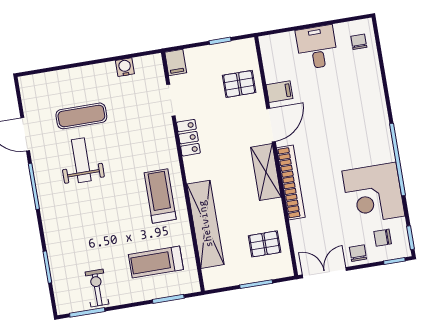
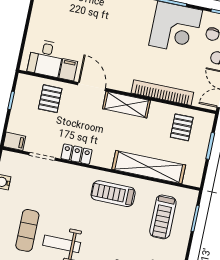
desk: (317, 47) -> (46, 58), moved, turned -90
bookcase: (291, 182) -> (162, 93), moved

